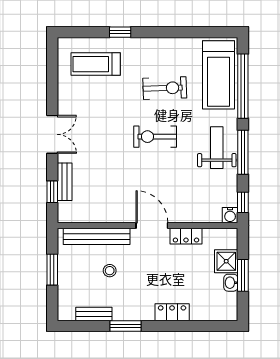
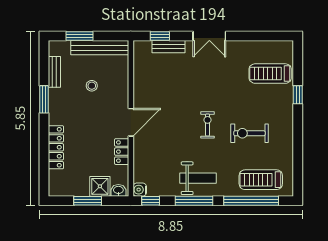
treadmill: (96, 64) -> (270, 74), turned -90
treadmill: (219, 75) -> (261, 180), width x0.73, depth x0.73
exercise bike: (165, 88) -> (249, 133), turned 92
exercise bike: (155, 137) -> (208, 125), width x0.73, depth x0.72
bench: (97, 236) -> (100, 48), moved, turned 90
window: (52, 270) -> (80, 36), moved
washbasin: (231, 283) -> (118, 190), moved
locker: (172, 312) -> (56, 147), width x1.53

